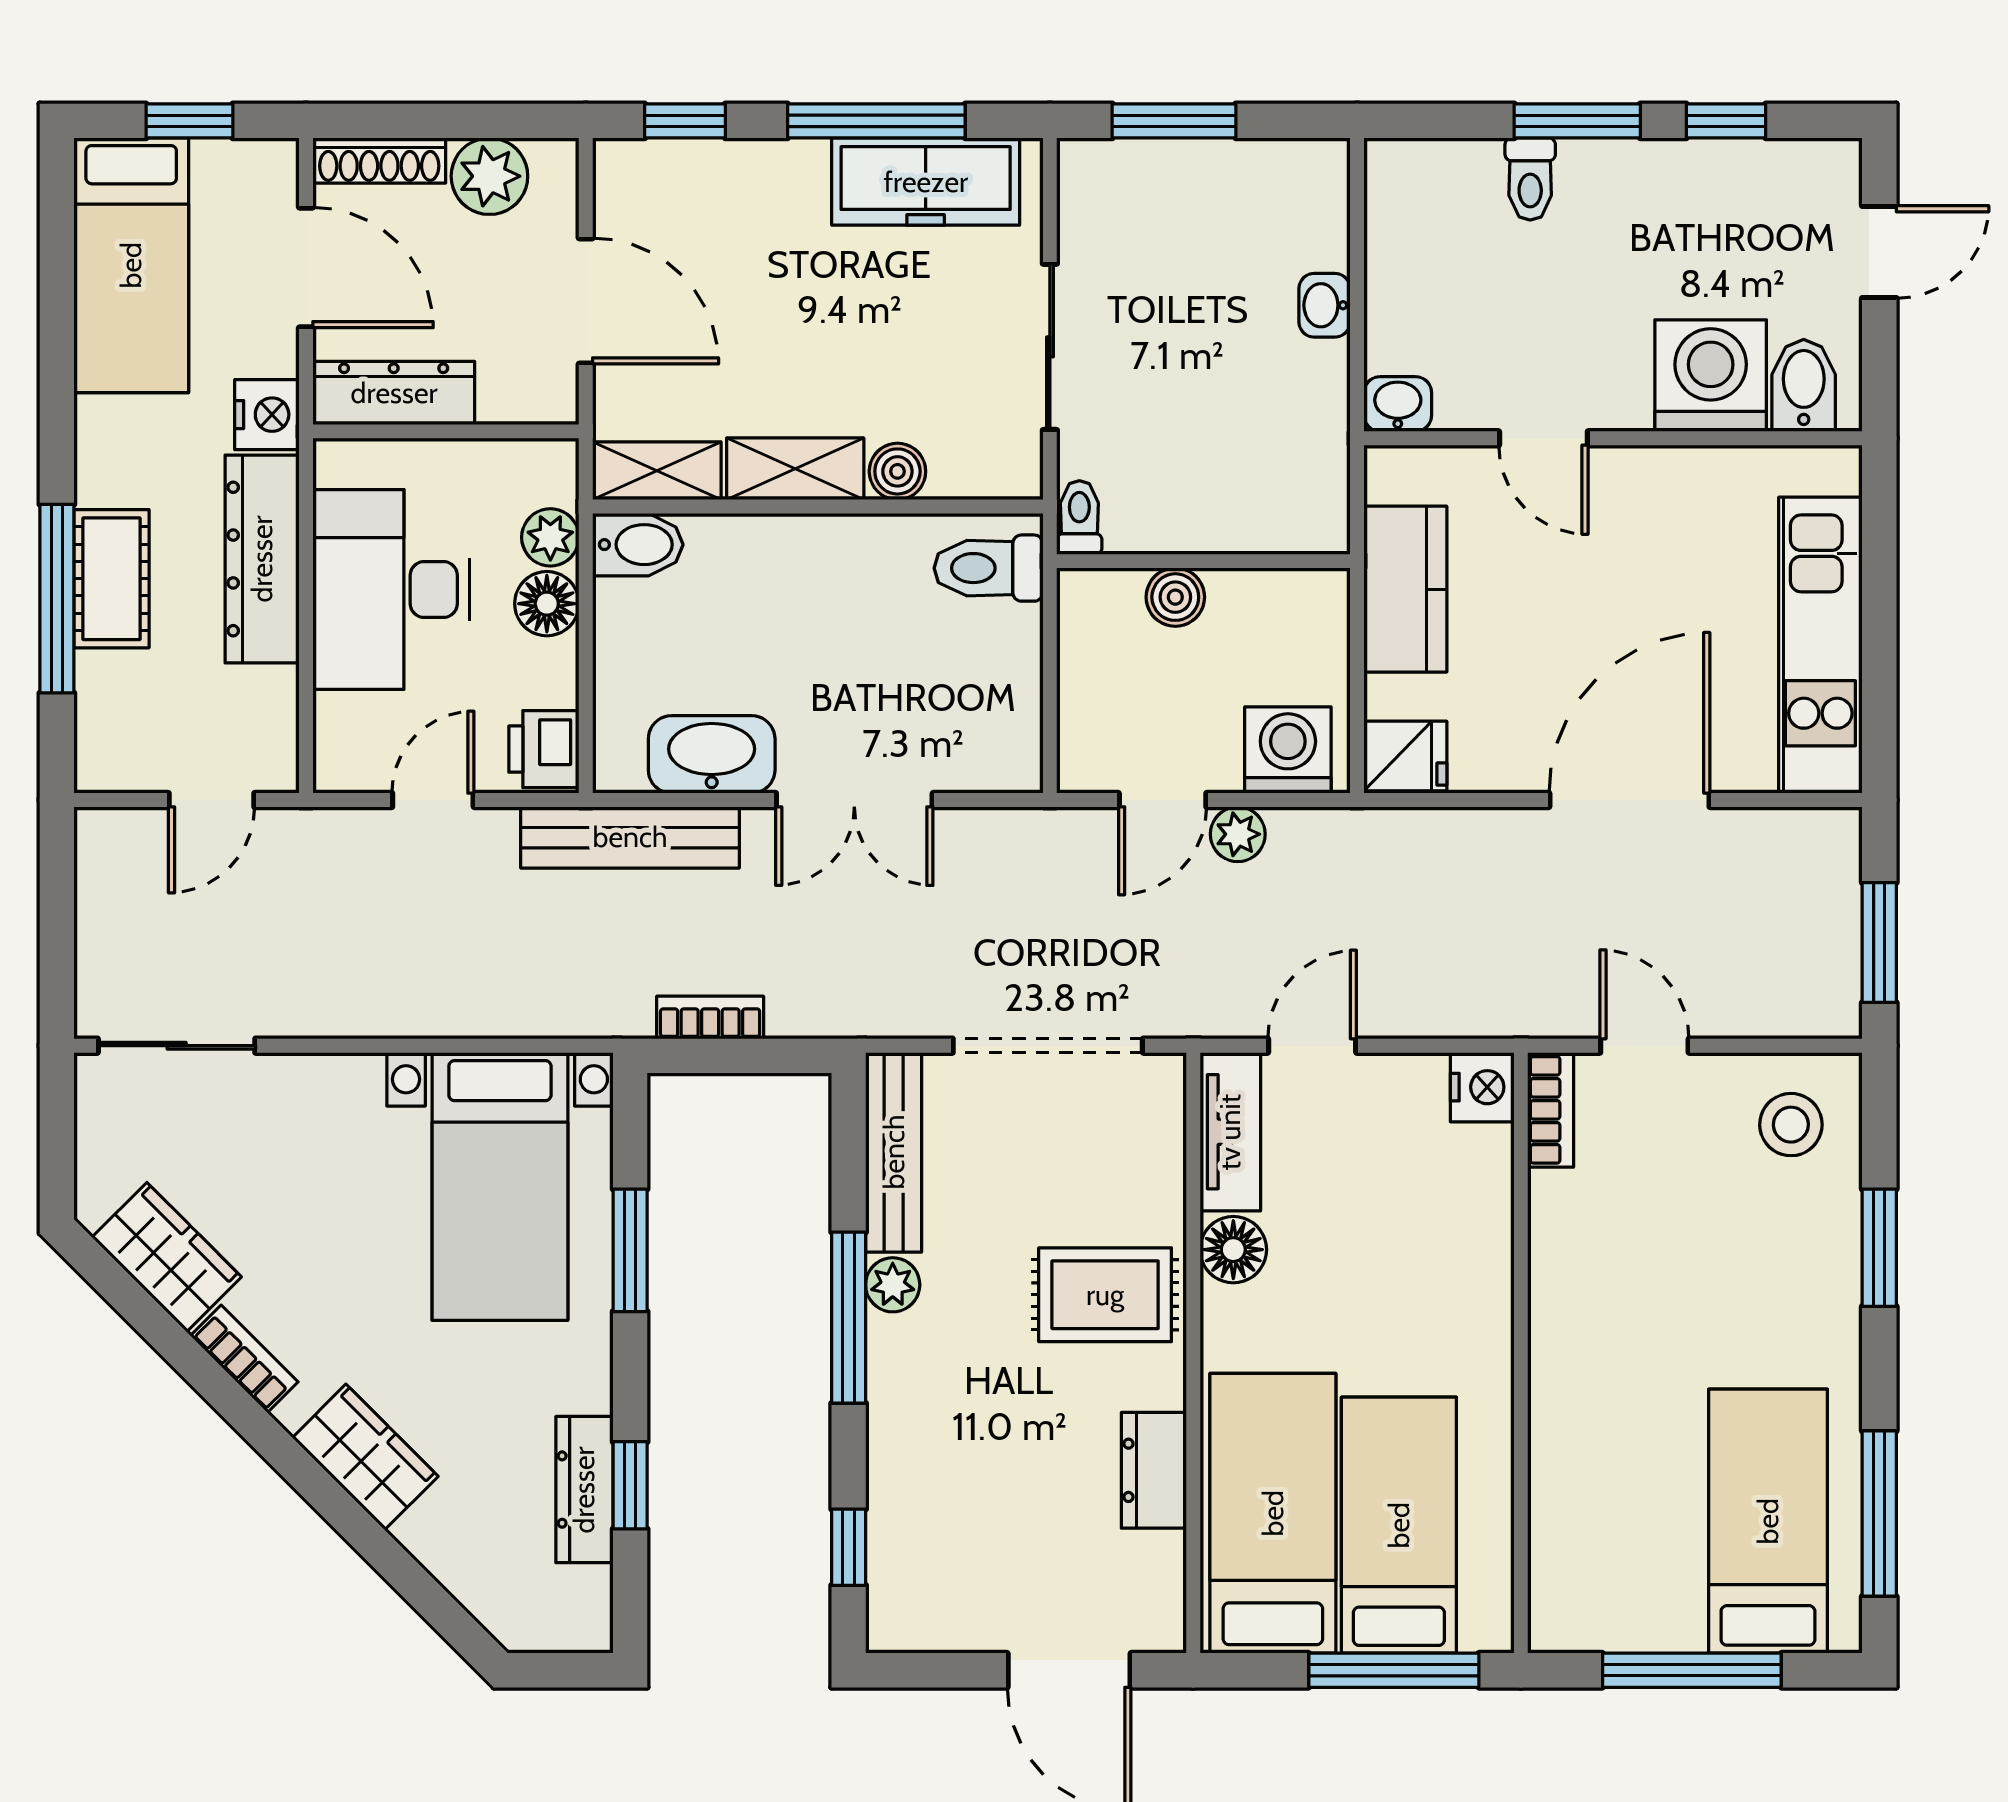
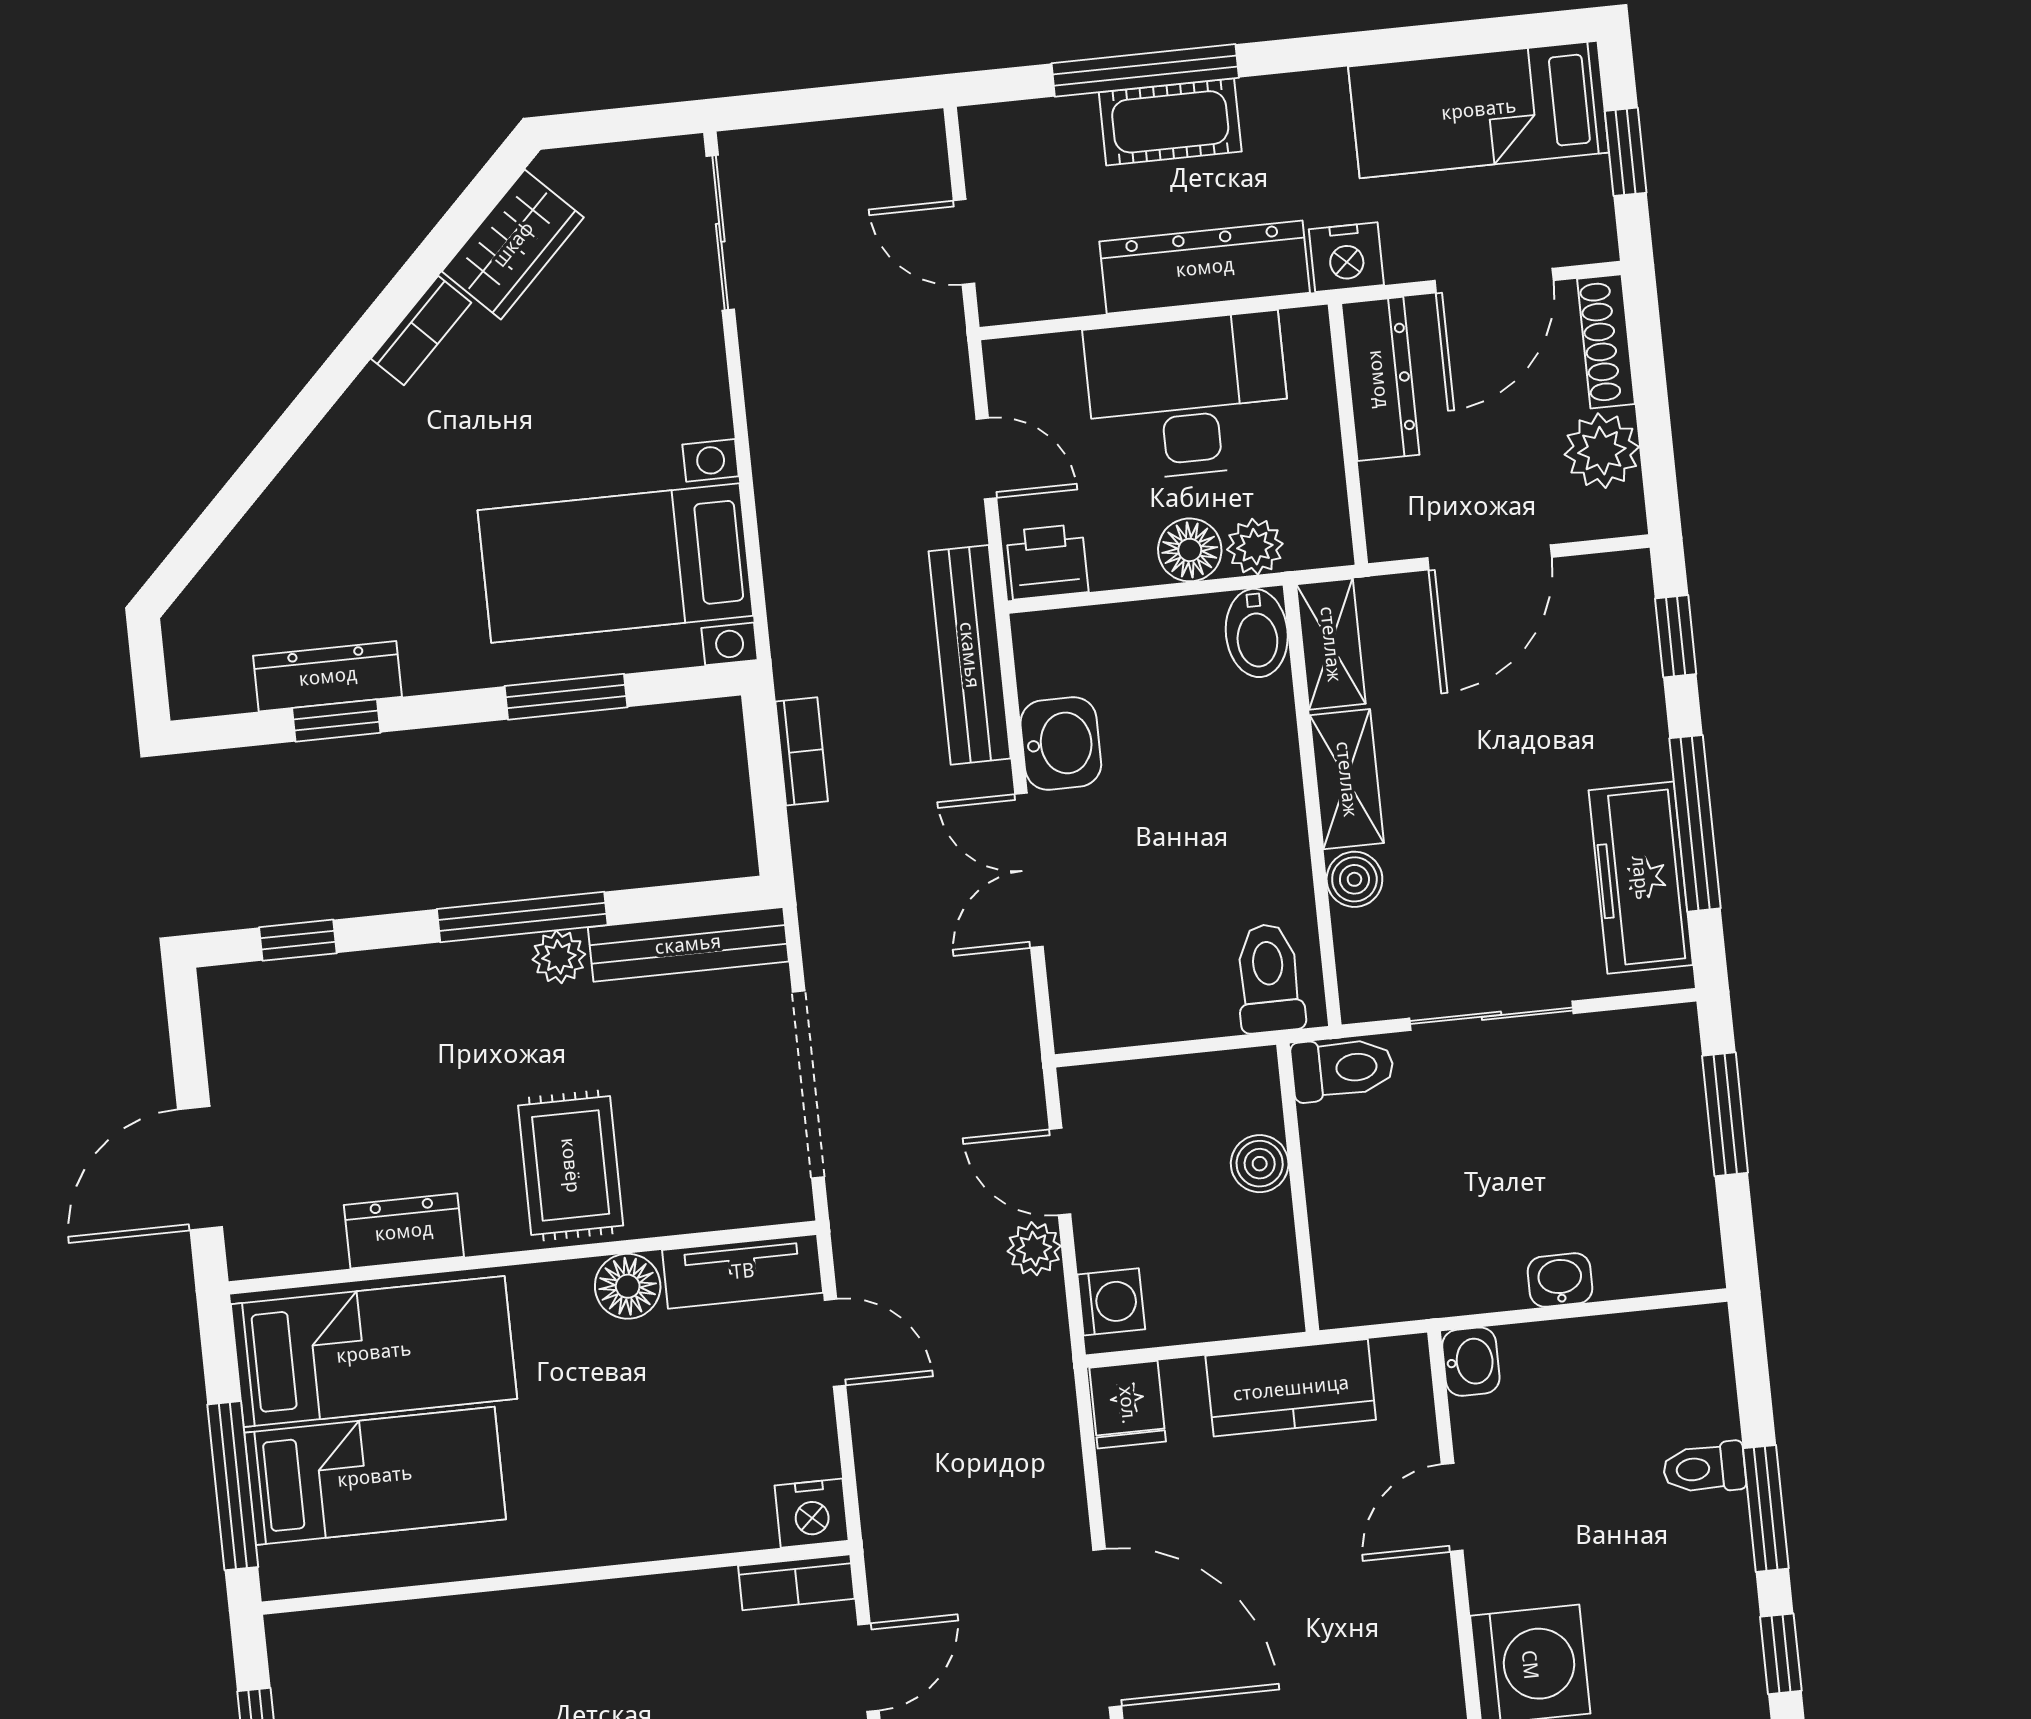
toilet: (1079, 517) -> (1342, 1069), width x1.37, depth x1.39
washing machine: (1288, 750) -> (1111, 1302), width x0.73, depth x0.73
washbasin: (712, 754) -> (1061, 743), width x0.72
wardrobe: (365, 1457) -> (337, 459), removed

